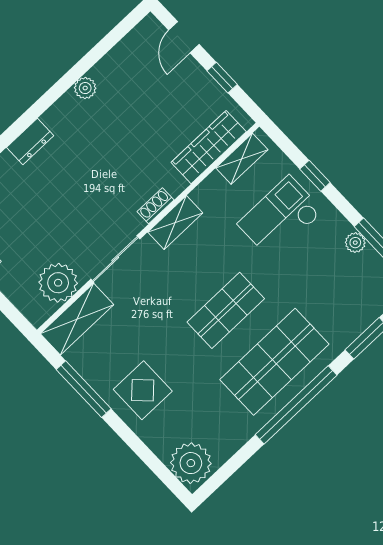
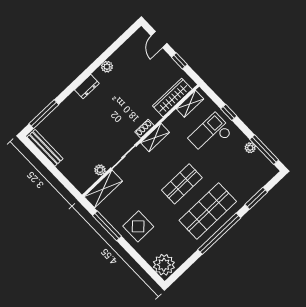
dresser: (30, 142) -> (87, 87), moved
plant: (58, 283) -> (100, 170), width x0.53, depth x0.53

